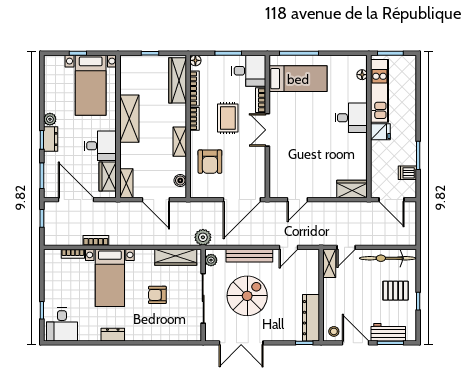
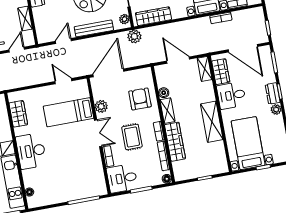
bed: (298, 79) -> (69, 112), moved
wardrobe: (178, 80) -> (175, 142), moved
desk: (351, 118) -> (31, 151), width x1.37
plant: (258, 161) -> (101, 106), added
boiler: (180, 180) -> (164, 93), moved
wardrobe: (352, 189) -> (18, 114), moved, turned -90
door: (297, 200) -> (63, 81), hinge flipped
shelving: (329, 263) -> (25, 19), moved

